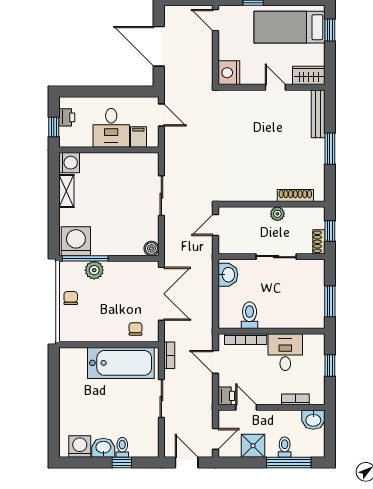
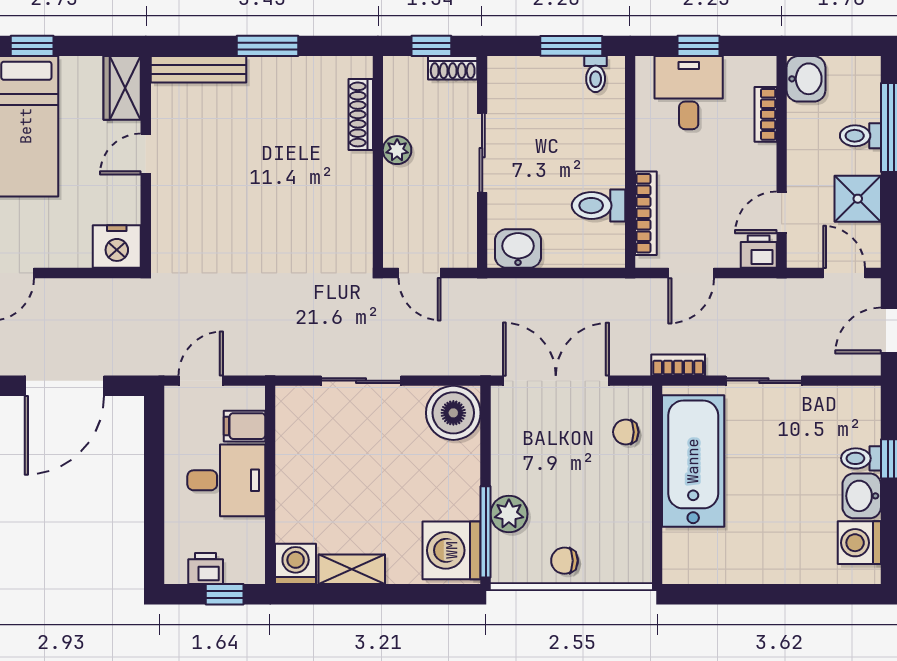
boiler: (151, 248) -> (453, 413), width x1.86, depth x1.86
toilet: (316, 314) -> (596, 74), added
desk: (285, 352) -> (689, 93), moved, turned 90

